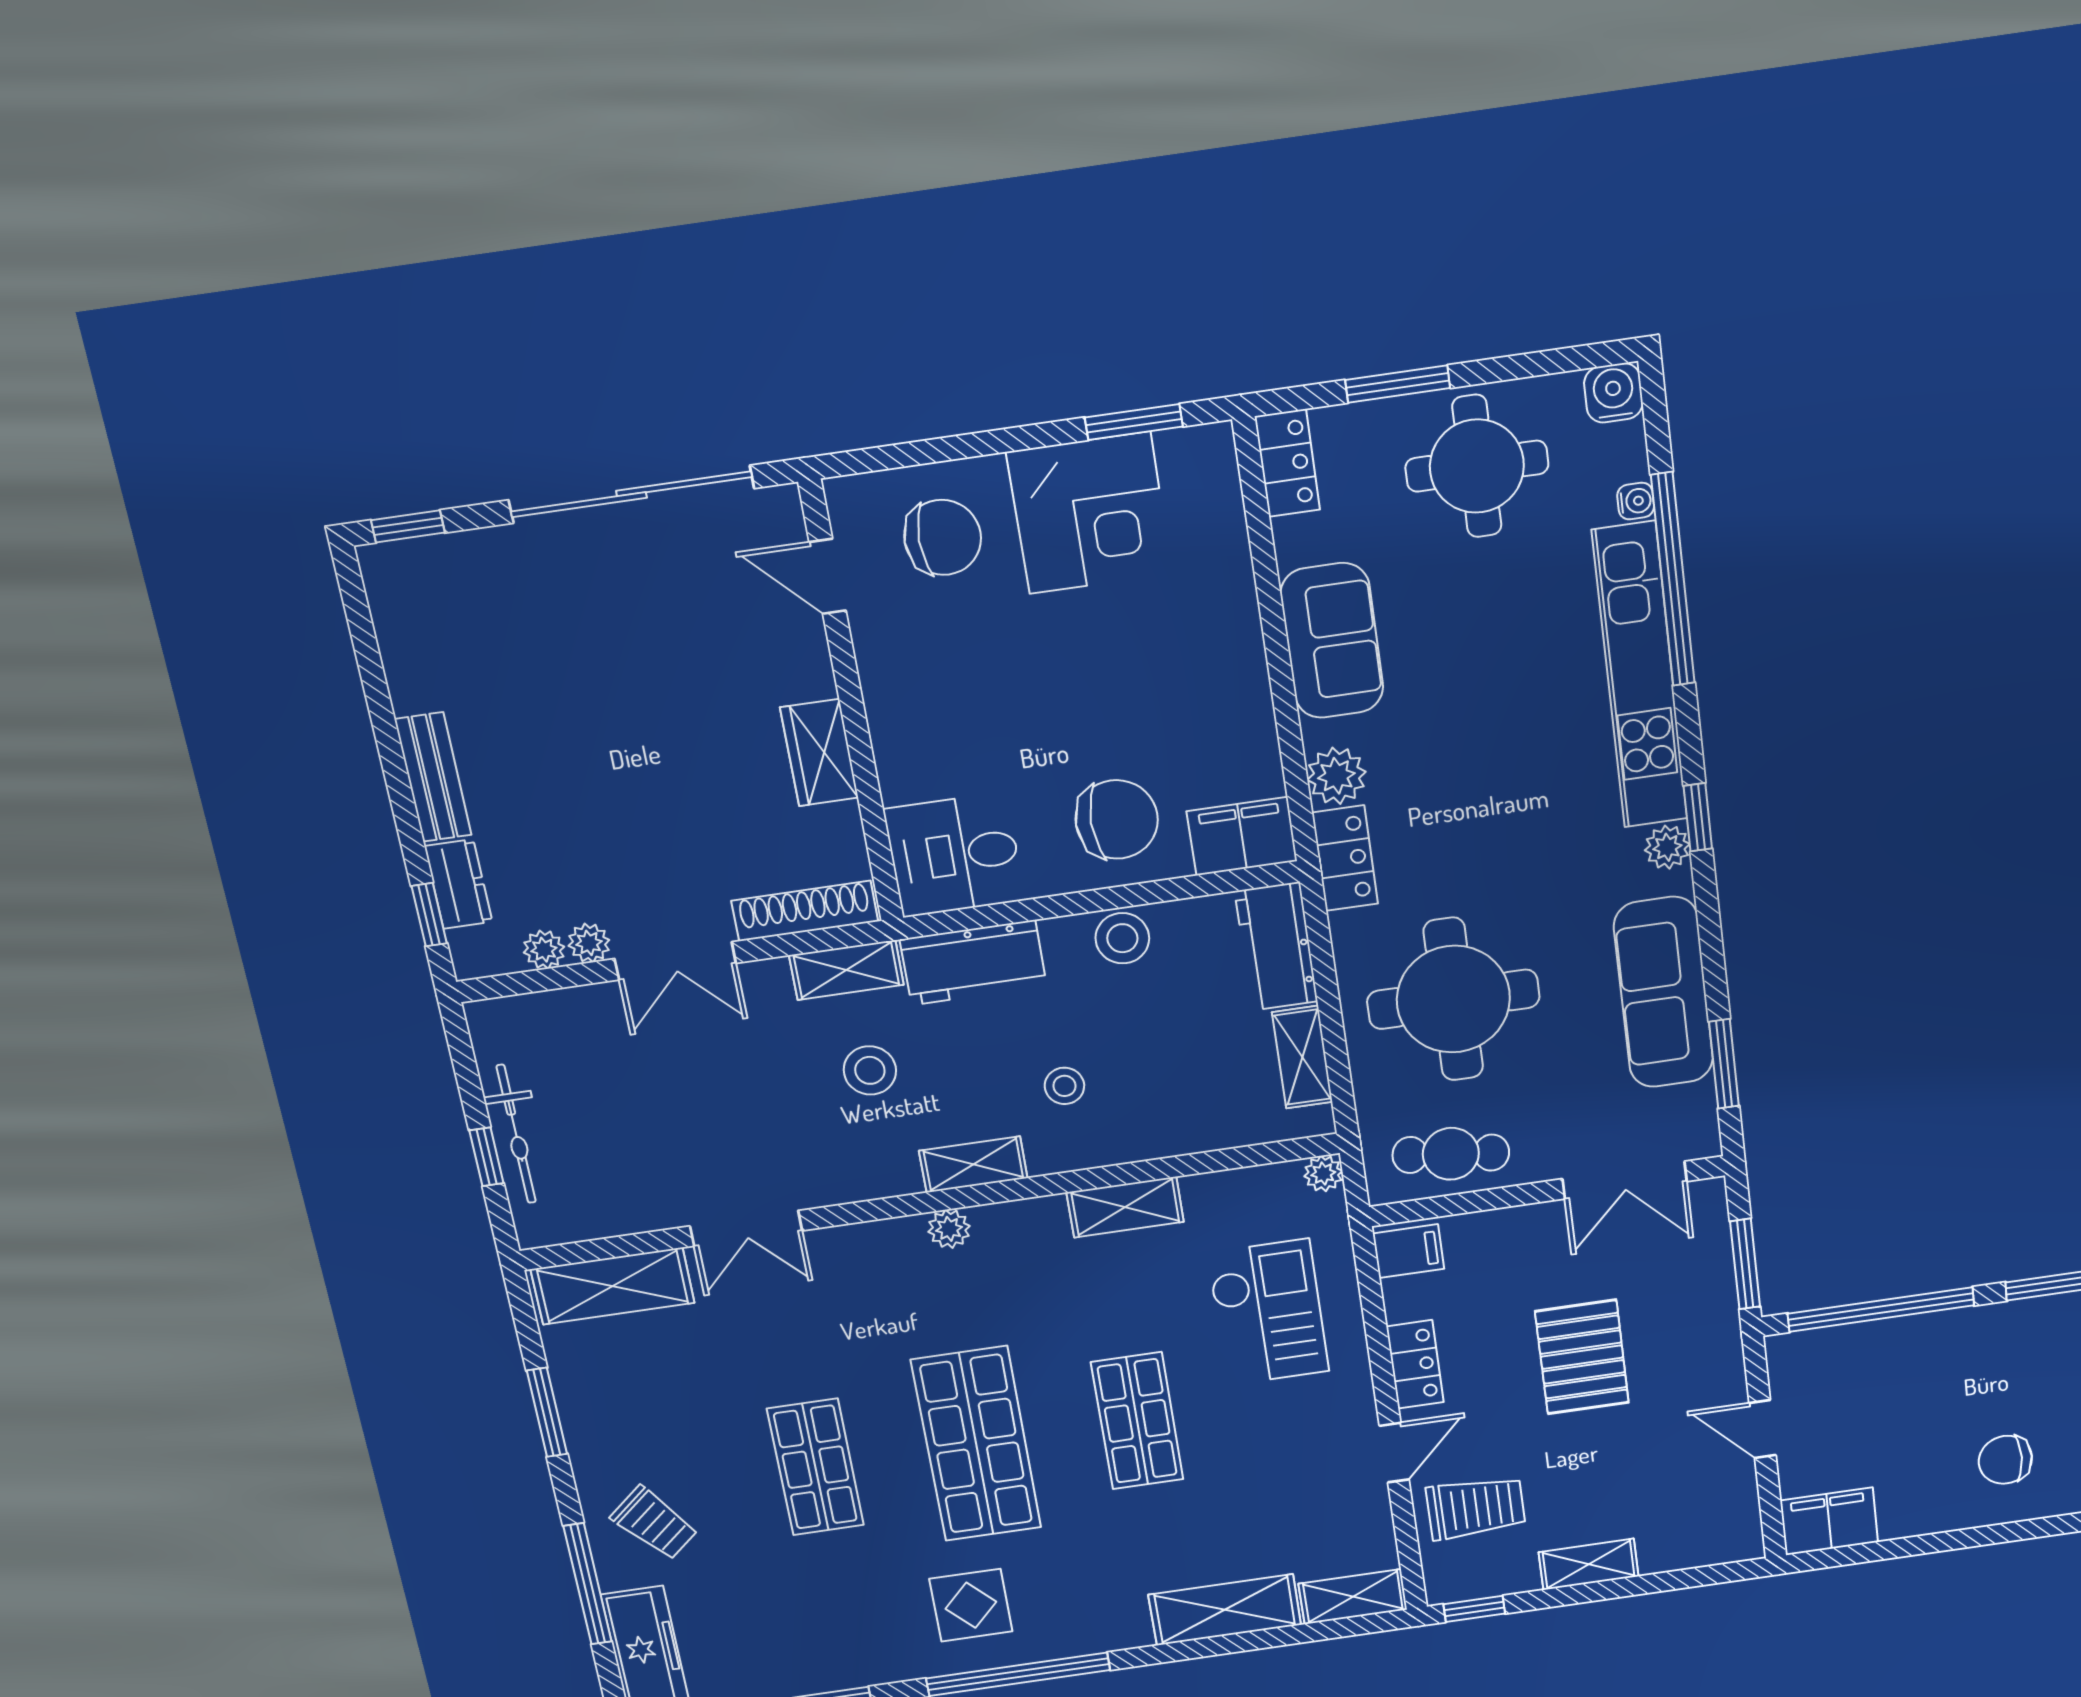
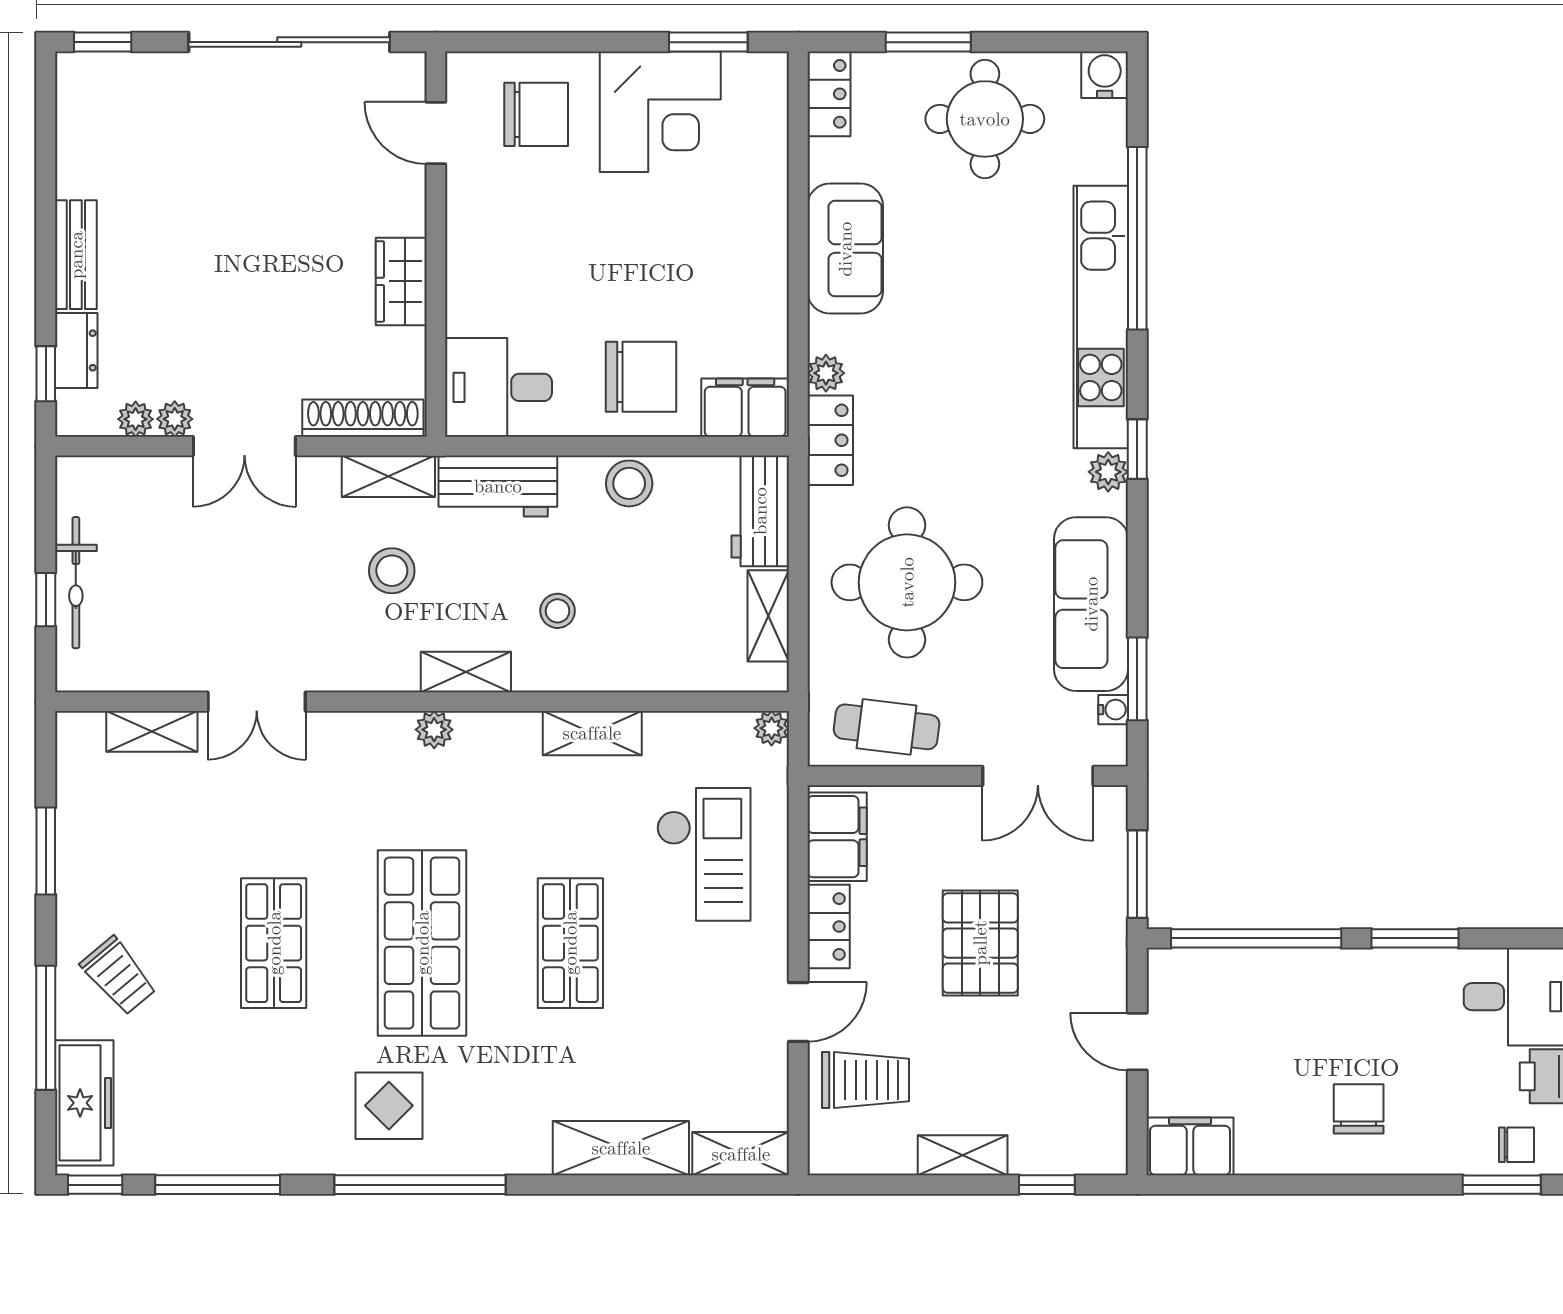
water cooler: (1636, 501) -> (1113, 710), moved
plant: (1336, 776) -> (826, 373), width x0.73, depth x0.73
filing cabinet: (1408, 1251) -> (837, 837), width x2.00
shelving: (613, 1286) -> (152, 731), width x0.67, depth x0.75
chair: (2005, 1460) -> (1359, 1109), turned 90
window: (1474, 1609) -> (1047, 1185), moved

